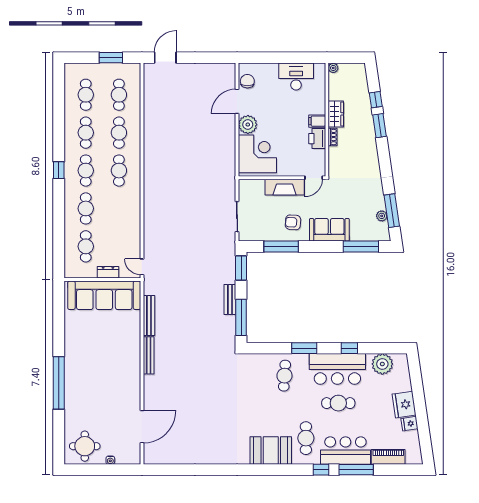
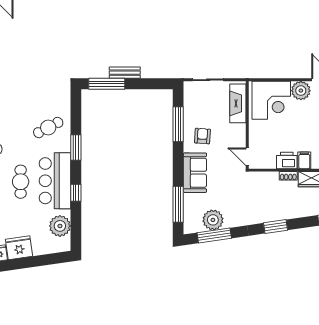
window: (379, 126) -> (276, 227), moved
fireplace: (285, 187) -> (238, 103), moved
plant: (382, 216) -> (213, 220), width x1.88, depth x1.88
window: (241, 268) -> (157, 84), removed
cafe table: (284, 376) -> (48, 128), turned -32

